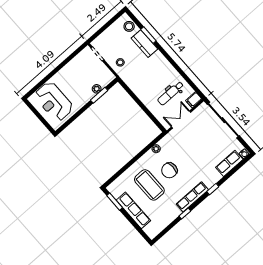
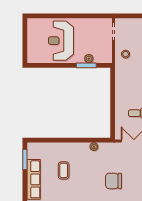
reception desk: (54, 101) -> (61, 41), moved
chair: (169, 170) -> (113, 181), moved
coffee table: (149, 185) -> (64, 170), width x0.54, depth x0.58

